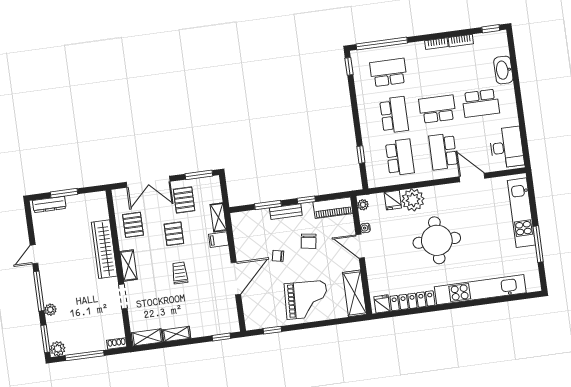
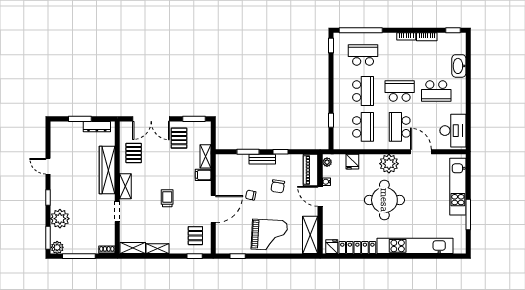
plant: (413, 200) -> (389, 164), moved
dresser: (49, 204) -> (97, 127), moved
piano: (333, 208) -> (311, 170), moved, turned 90
pallet: (174, 234) -> (195, 236), moved
door: (34, 254) -> (48, 166), hinge flipped
window: (39, 291) -> (48, 198), width x0.46
plant: (50, 310) -> (60, 219), width x1.88, depth x1.88

